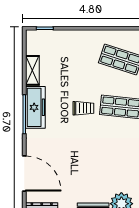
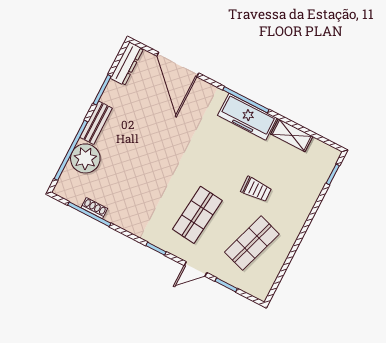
trolley: (83, 108) -> (256, 189), moved, turned -92
door: (24, 174) -> (178, 65), hinge flipped

